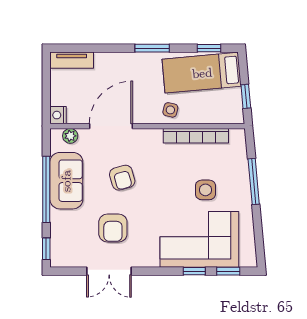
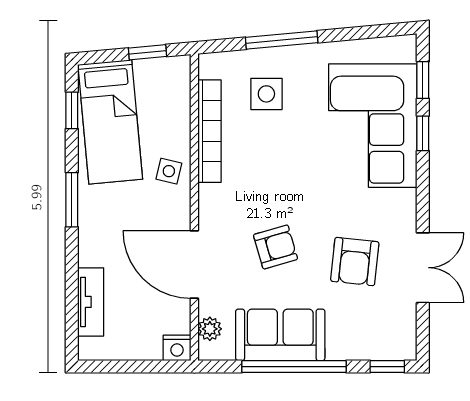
tv unit: (72, 60) -> (91, 302), moved
side table: (205, 190) -> (266, 94), moved
armchair: (113, 228) -> (355, 262), turned 96

